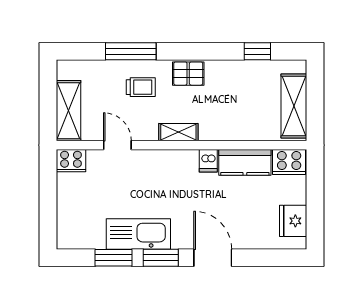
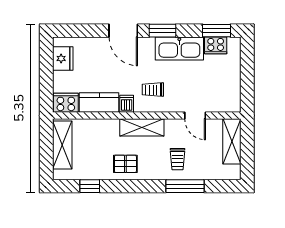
pallet: (188, 74) -> (125, 164), moved
trolley: (141, 87) -> (177, 159), turned -90
shelving: (178, 132) -> (142, 127), width x1.50, depth x1.33
cooker: (71, 161) -> (216, 45), moved, turned 180
trolley: (174, 180) -> (153, 90), added
window: (113, 258) -> (217, 31), moved

